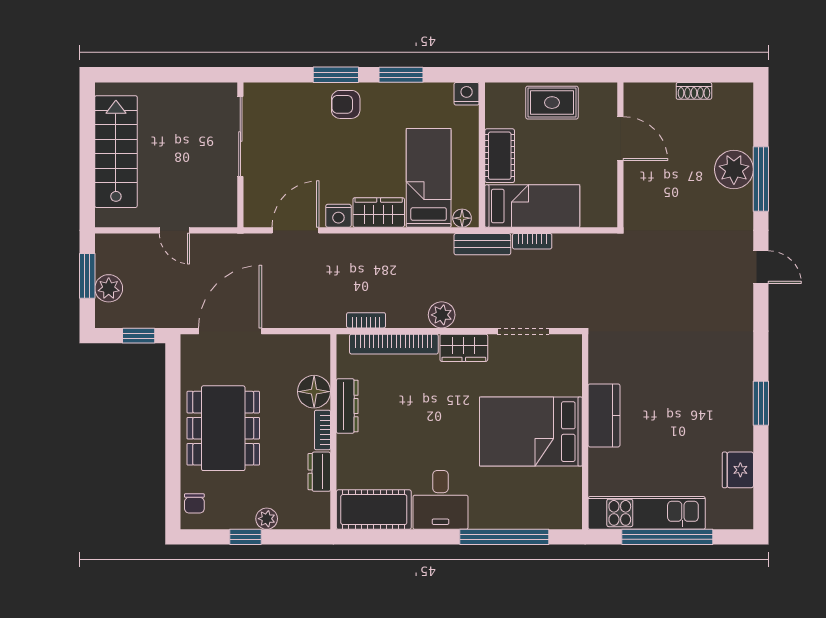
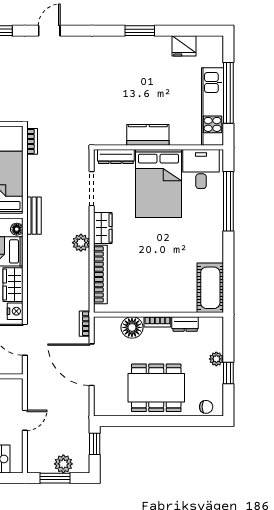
bookcase: (532, 241) -> (32, 141), moved
bookcase: (366, 320) -> (85, 324), moved
door: (230, 331) -> (92, 365), moved
dresser: (347, 406) -> (116, 157), moved, turned 180
desk: (440, 500) -> (201, 169), moved, turned -90

